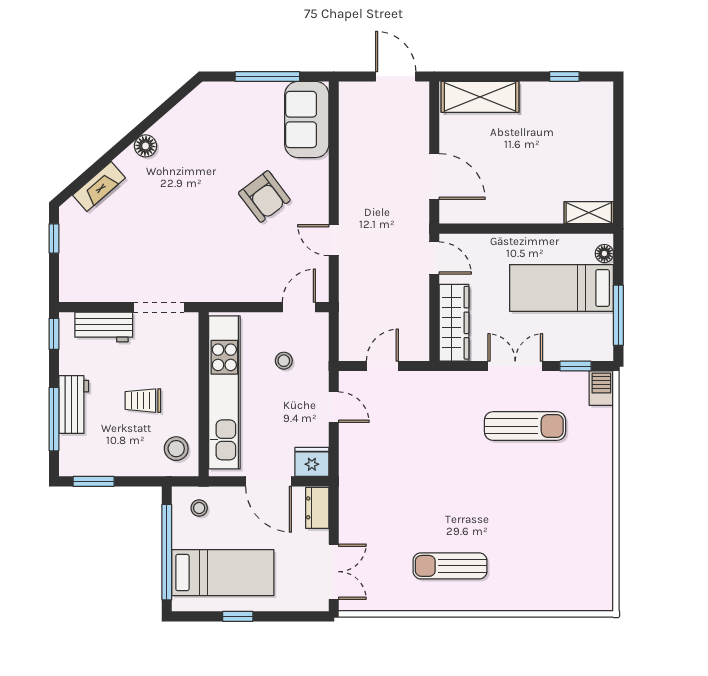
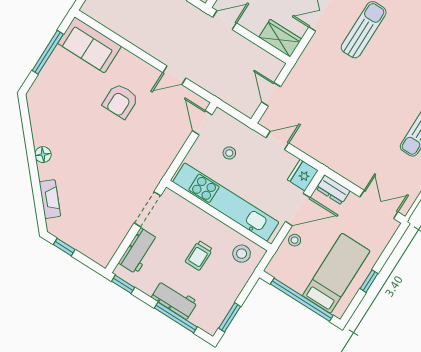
armchair: (264, 196) -> (120, 101), turned 127
wardrobe: (454, 323) -> (280, 38), width x0.67
stool: (199, 508) -> (295, 240), moved

